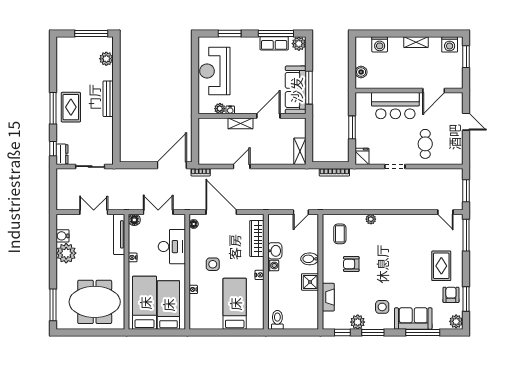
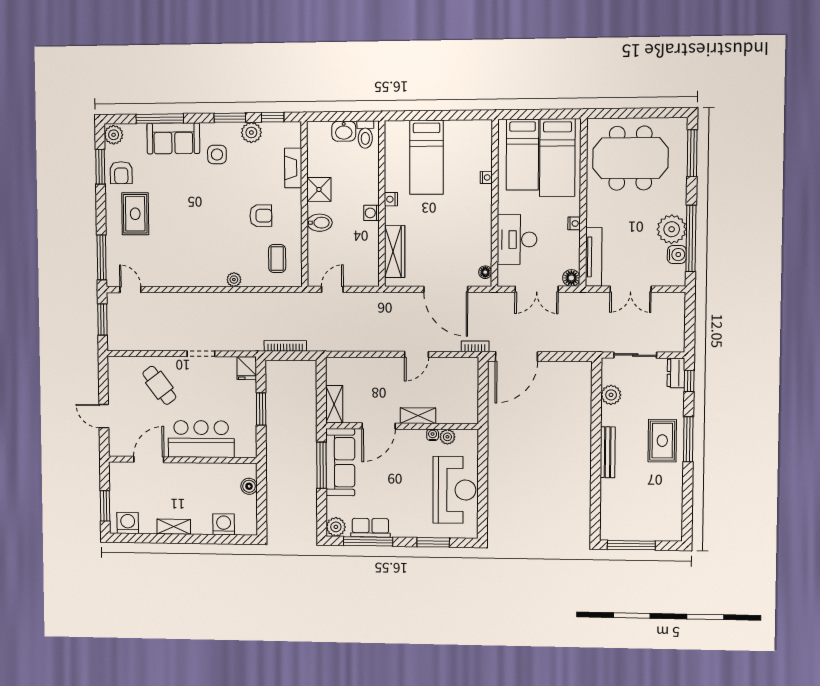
plant: (106, 59) -> (611, 395), moved
cafe table: (425, 144) -> (159, 385), turned -37
shelving: (300, 151) -> (334, 404), moved
window: (53, 247) -> (691, 238), added
washbasin: (275, 251) -> (344, 131), moved, turned -90
side table: (213, 264) -> (458, 214), removed

